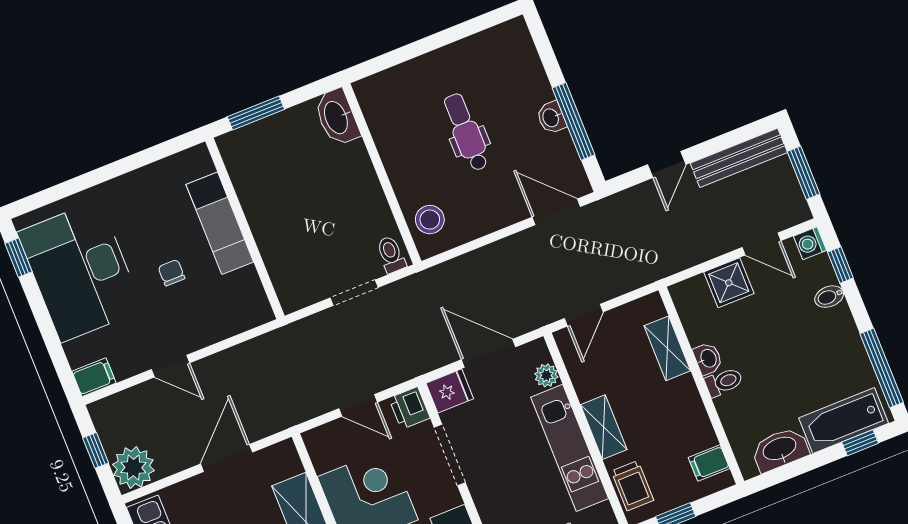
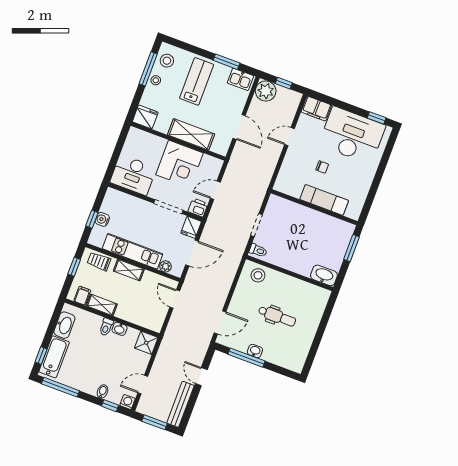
shower: (729, 283) -> (146, 343), moved
shelving: (667, 348) -> (102, 305), moved
filing cabinet: (94, 377) -> (316, 108), width x2.00

